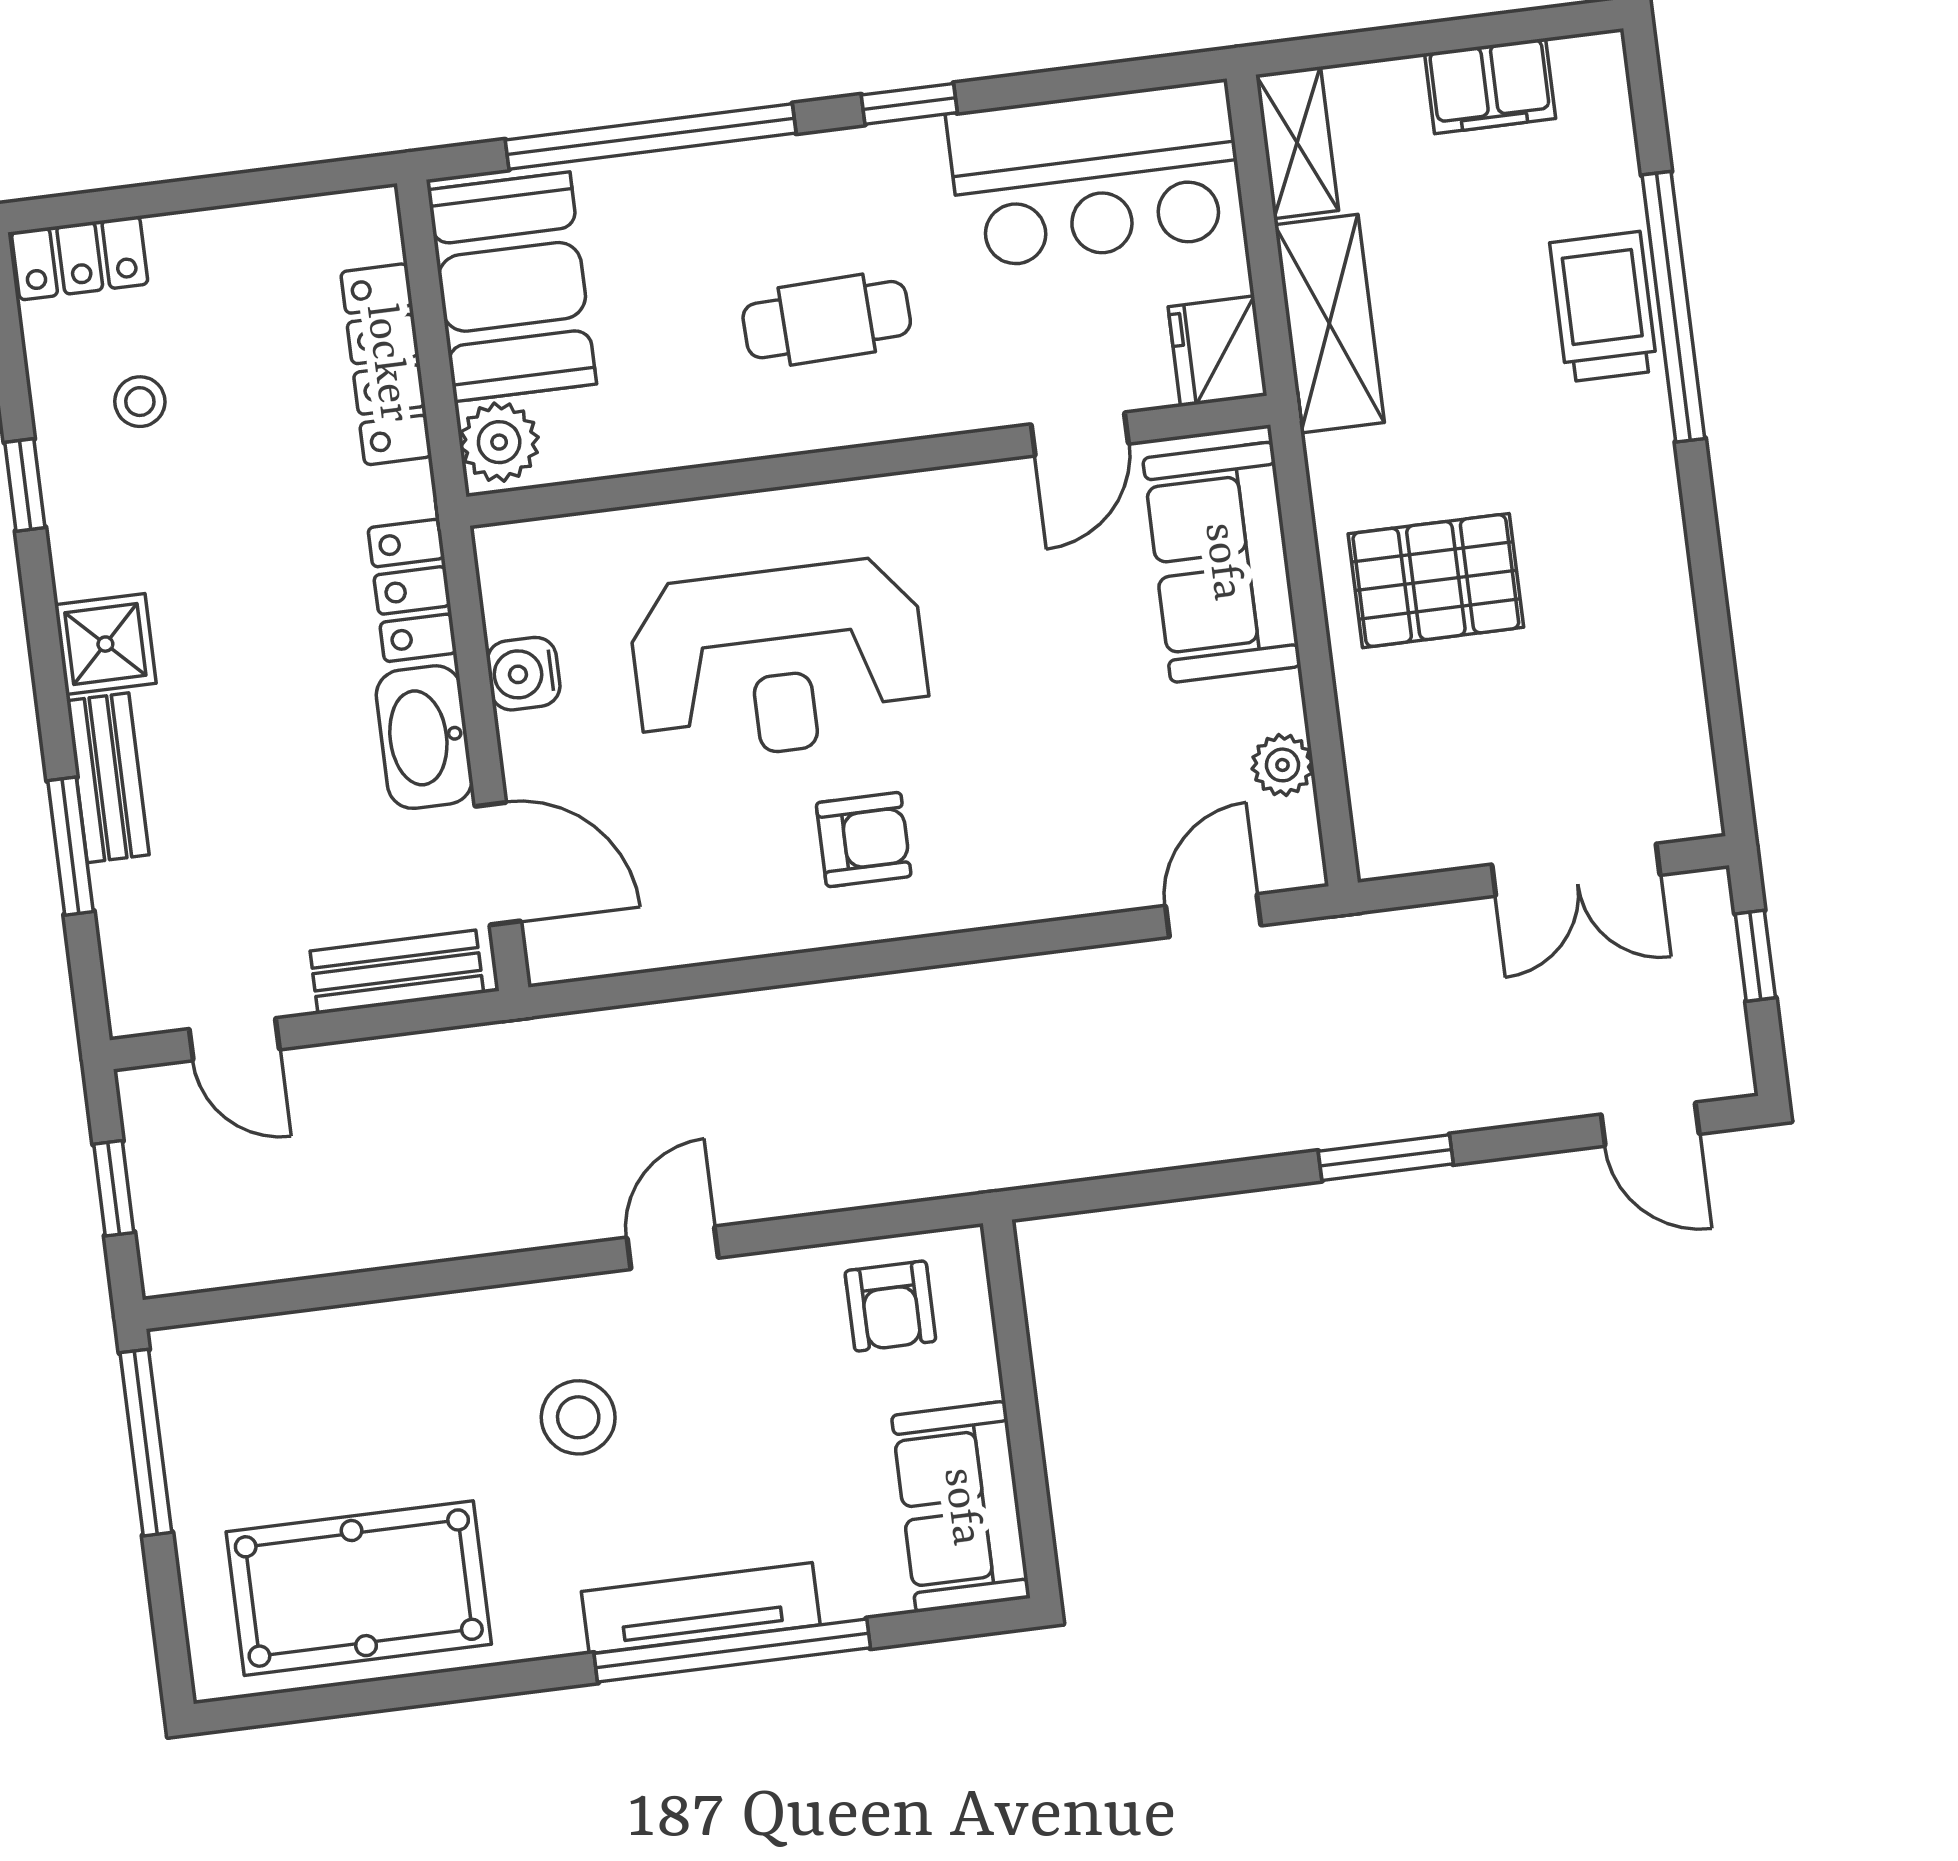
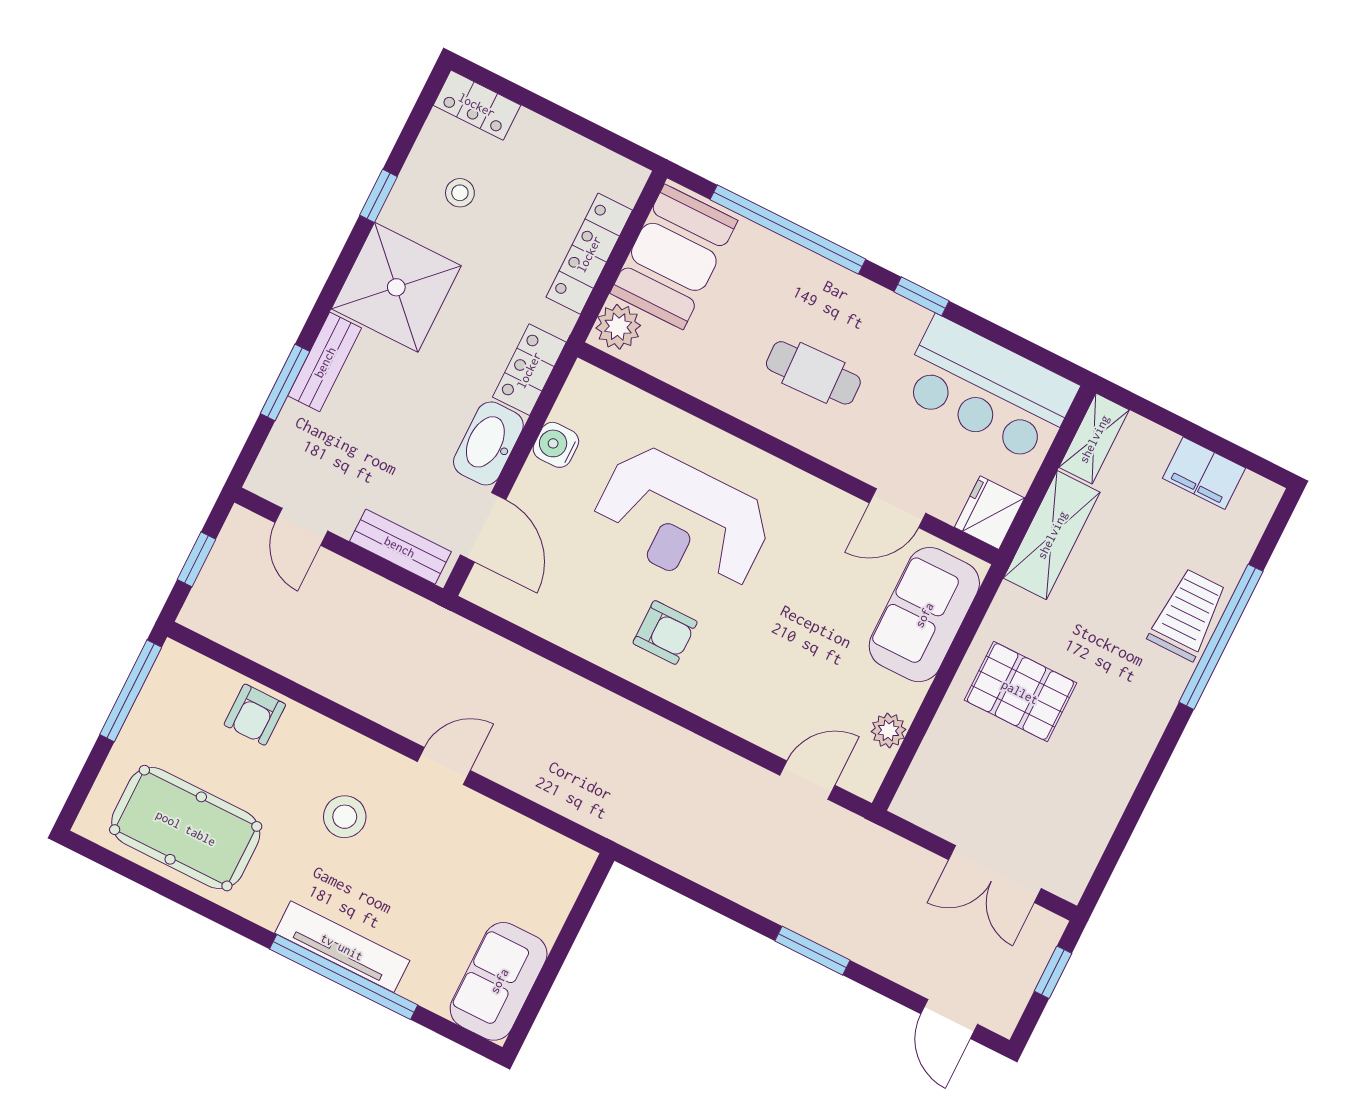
shower: (105, 644) -> (396, 287), width x1.86, depth x1.86
armchair: (890, 1306) -> (255, 715), moved

